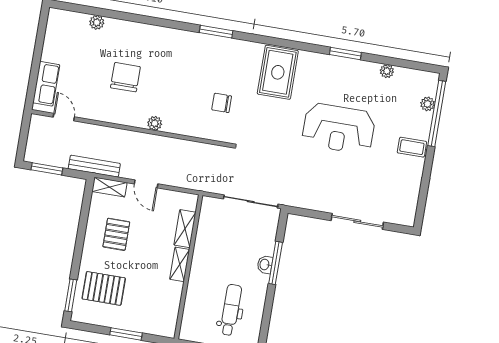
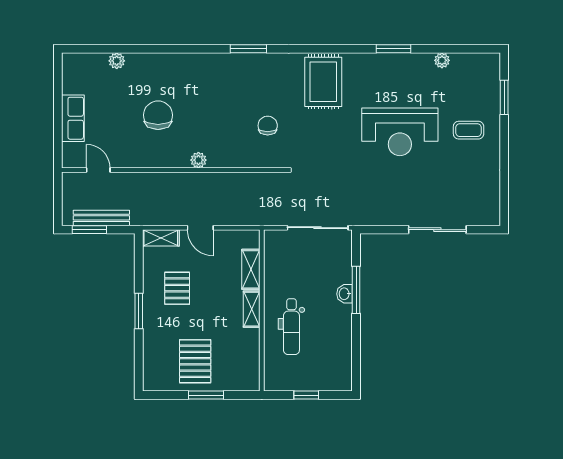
row of seats: (46, 84) -> (73, 118), moved
chair: (222, 103) -> (268, 126), turned 90
plant: (428, 104) -> (492, 89), removed
window: (437, 113) -> (504, 97), width x0.47
coffee table: (412, 147) -> (469, 130), moved
bench: (94, 166) -> (101, 218), moved
pallet: (104, 288) -> (195, 361), moved, turned 90
window: (71, 295) -> (139, 311), moved
dental chair: (231, 310) -> (291, 327), moved, turned 180

